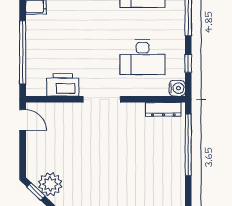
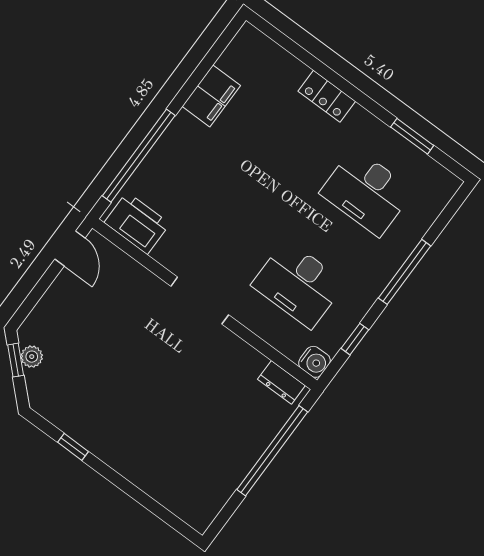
printer: (63, 85) -> (137, 223), moved
dresser: (163, 109) -> (281, 382), width x0.70
plant: (50, 184) -> (32, 357), width x0.53, depth x0.53

